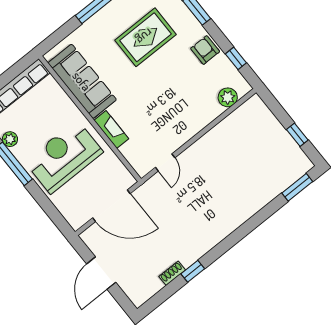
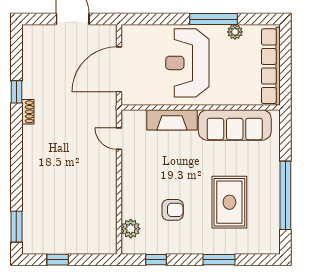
armchair: (205, 50) -> (173, 210), moved
fireplace: (111, 129) -> (172, 120), width x1.37, depth x1.32
reception desk: (64, 157) -> (187, 63), turned 180
shoe rack: (172, 273) -> (28, 112), moved

